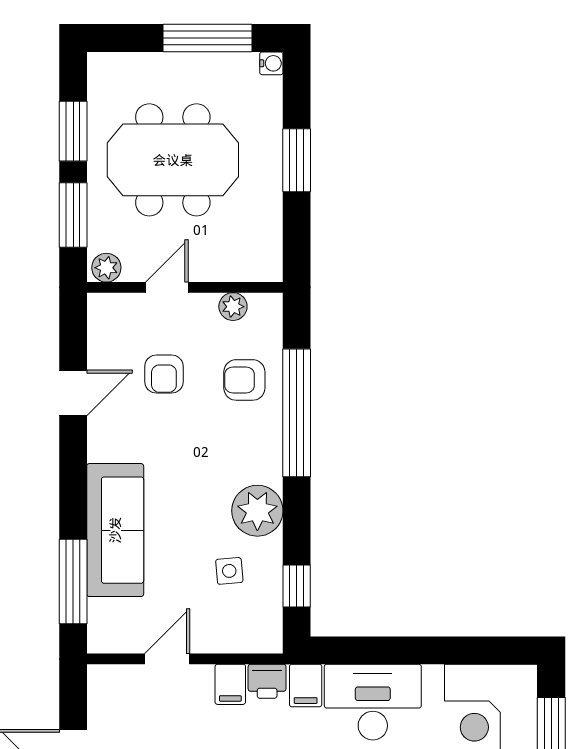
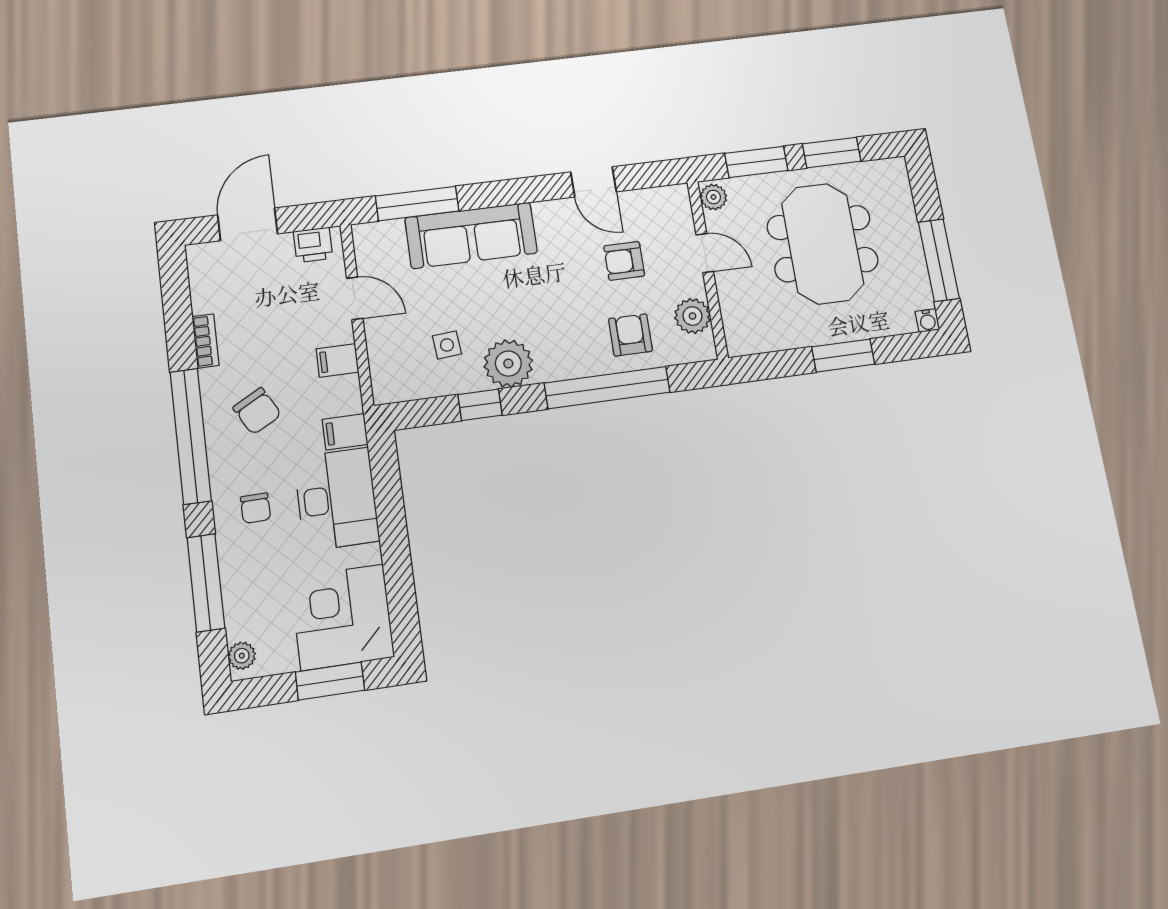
plant: (233, 307) -> (692, 316), width x1.38, depth x1.38
window: (297, 586) -> (480, 405), moved
printer: (267, 681) -> (313, 245), moved, turned -90

